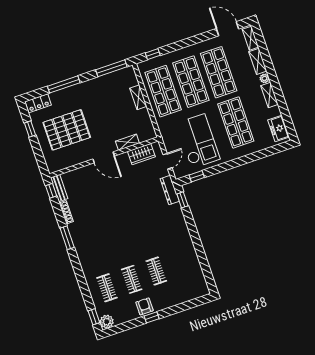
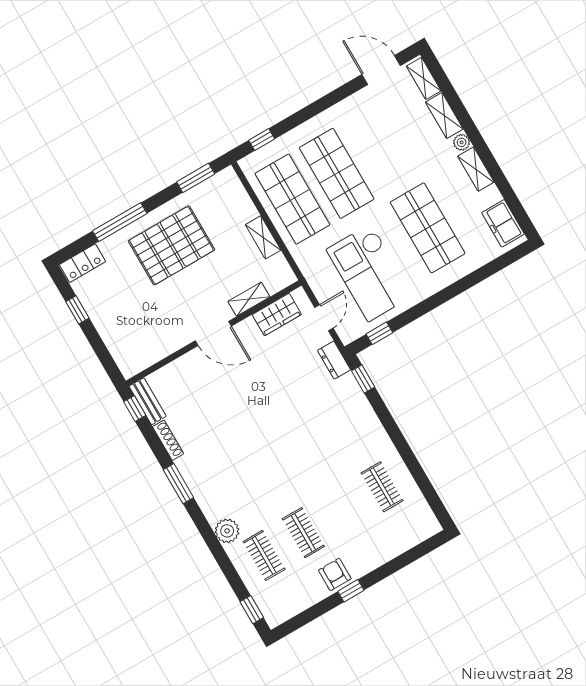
window: (111, 68) -> (196, 178), width x0.69
shop shelf: (219, 72) -> (381, 148), removed
shelving: (138, 97) -> (263, 237), moved
pallet: (67, 130) -> (171, 245), moved
checkout: (198, 141) -> (370, 273), turned 180
dresser: (170, 190) -> (334, 360), width x0.70
clothes rail: (156, 271) -> (382, 487), moved
plant: (107, 322) -> (227, 531), moved

